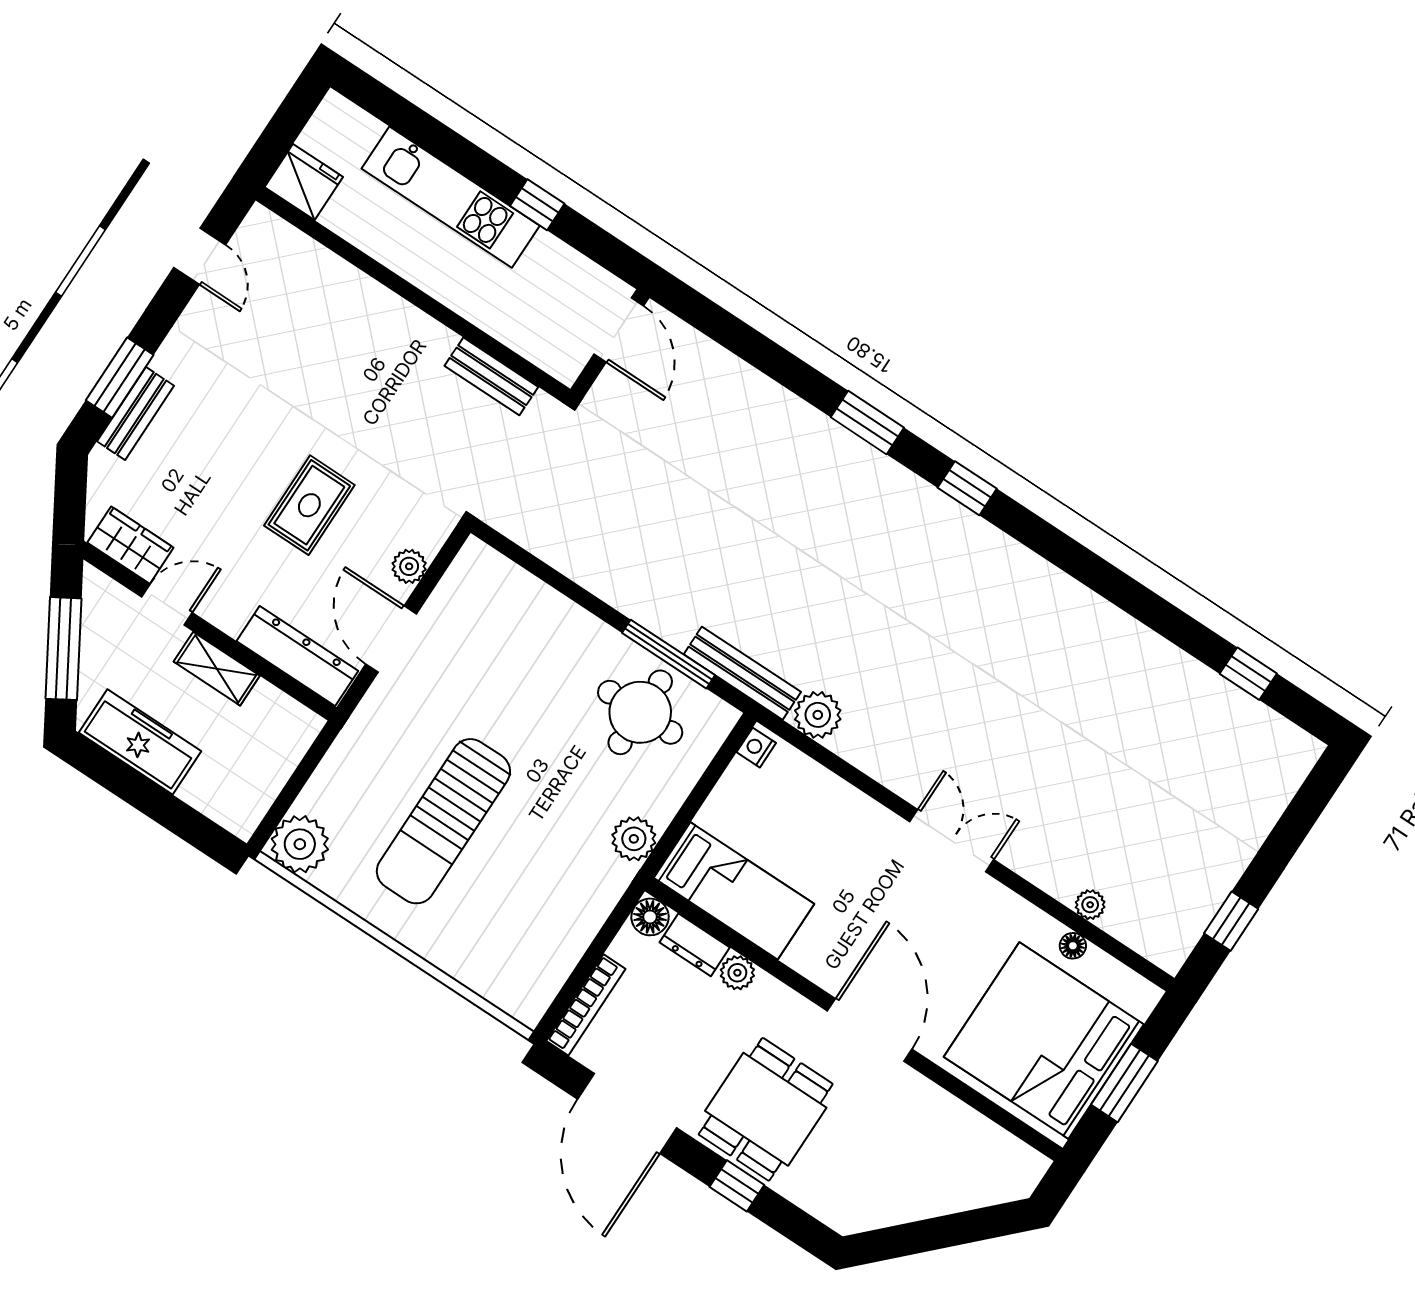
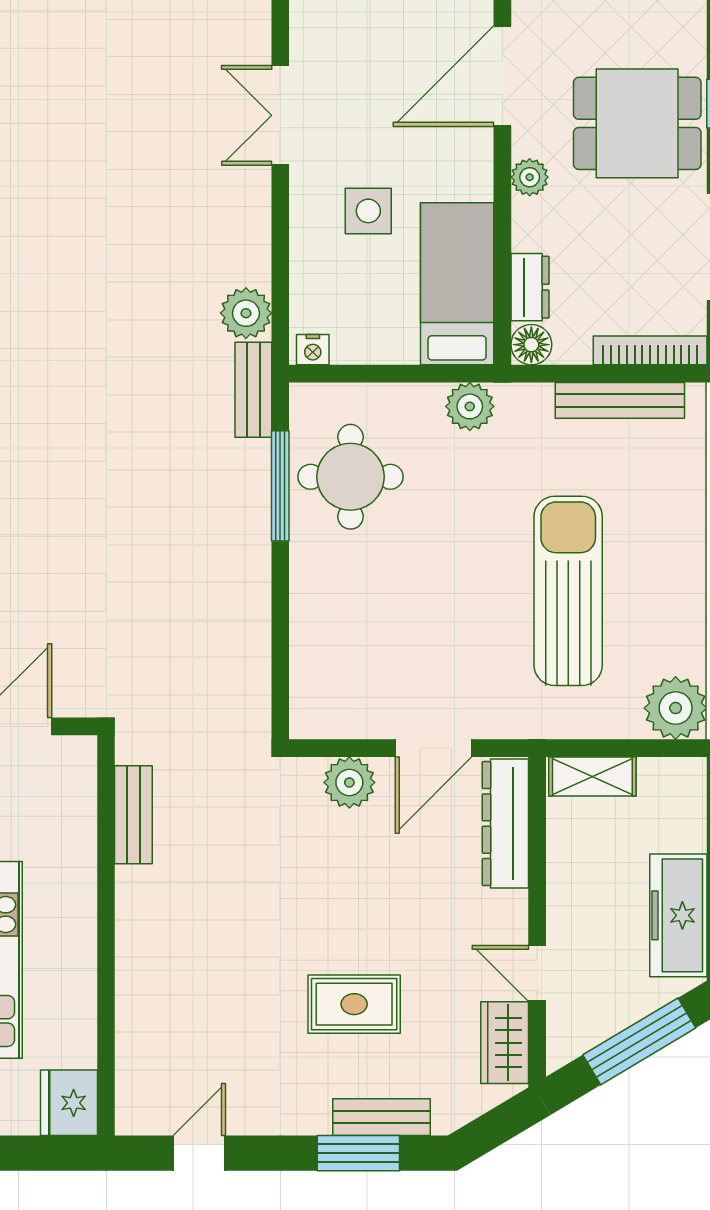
rug: (309, 505) -> (354, 1004), moved
plant: (409, 566) -> (349, 782), width x1.38, depth x1.38
shelving: (217, 669) -> (592, 776), moved, turned 90
bench: (742, 673) -> (253, 390), width x0.73
sun lounger: (443, 821) -> (568, 591), turned -90
side table: (834, 860) -> (368, 211), added
bench: (563, 957) -> (620, 400), added
plant: (737, 973) -> (530, 177), moved

